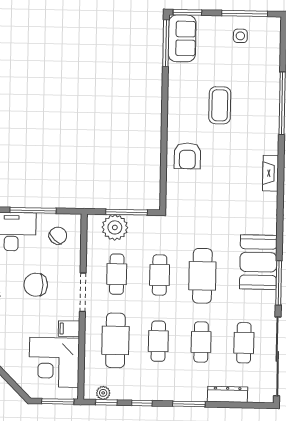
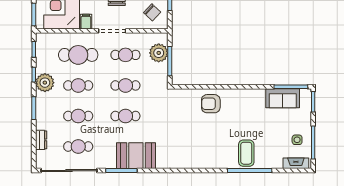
sofa: (182, 38) -> (283, 98), moved
coffee table: (220, 105) -> (246, 153), moved, turned 90
fireplace: (271, 173) -> (296, 163), moved
cafe table: (202, 276) -> (125, 116), width x0.73, depth x0.74
plant: (103, 393) -> (45, 83), moved, width x1.87, depth x1.87
dresser: (228, 394) -> (41, 140), width x0.70

